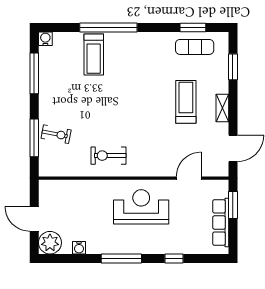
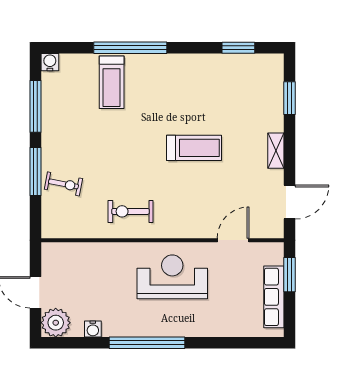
exercise mat: (195, 47) -> (241, 73), removed
treadmill: (186, 102) -> (194, 148), moved, turned 90
window: (34, 138) -> (36, 172), moved
window: (121, 258) -> (147, 343), width x1.46
window: (174, 258) -> (214, 343), removed

